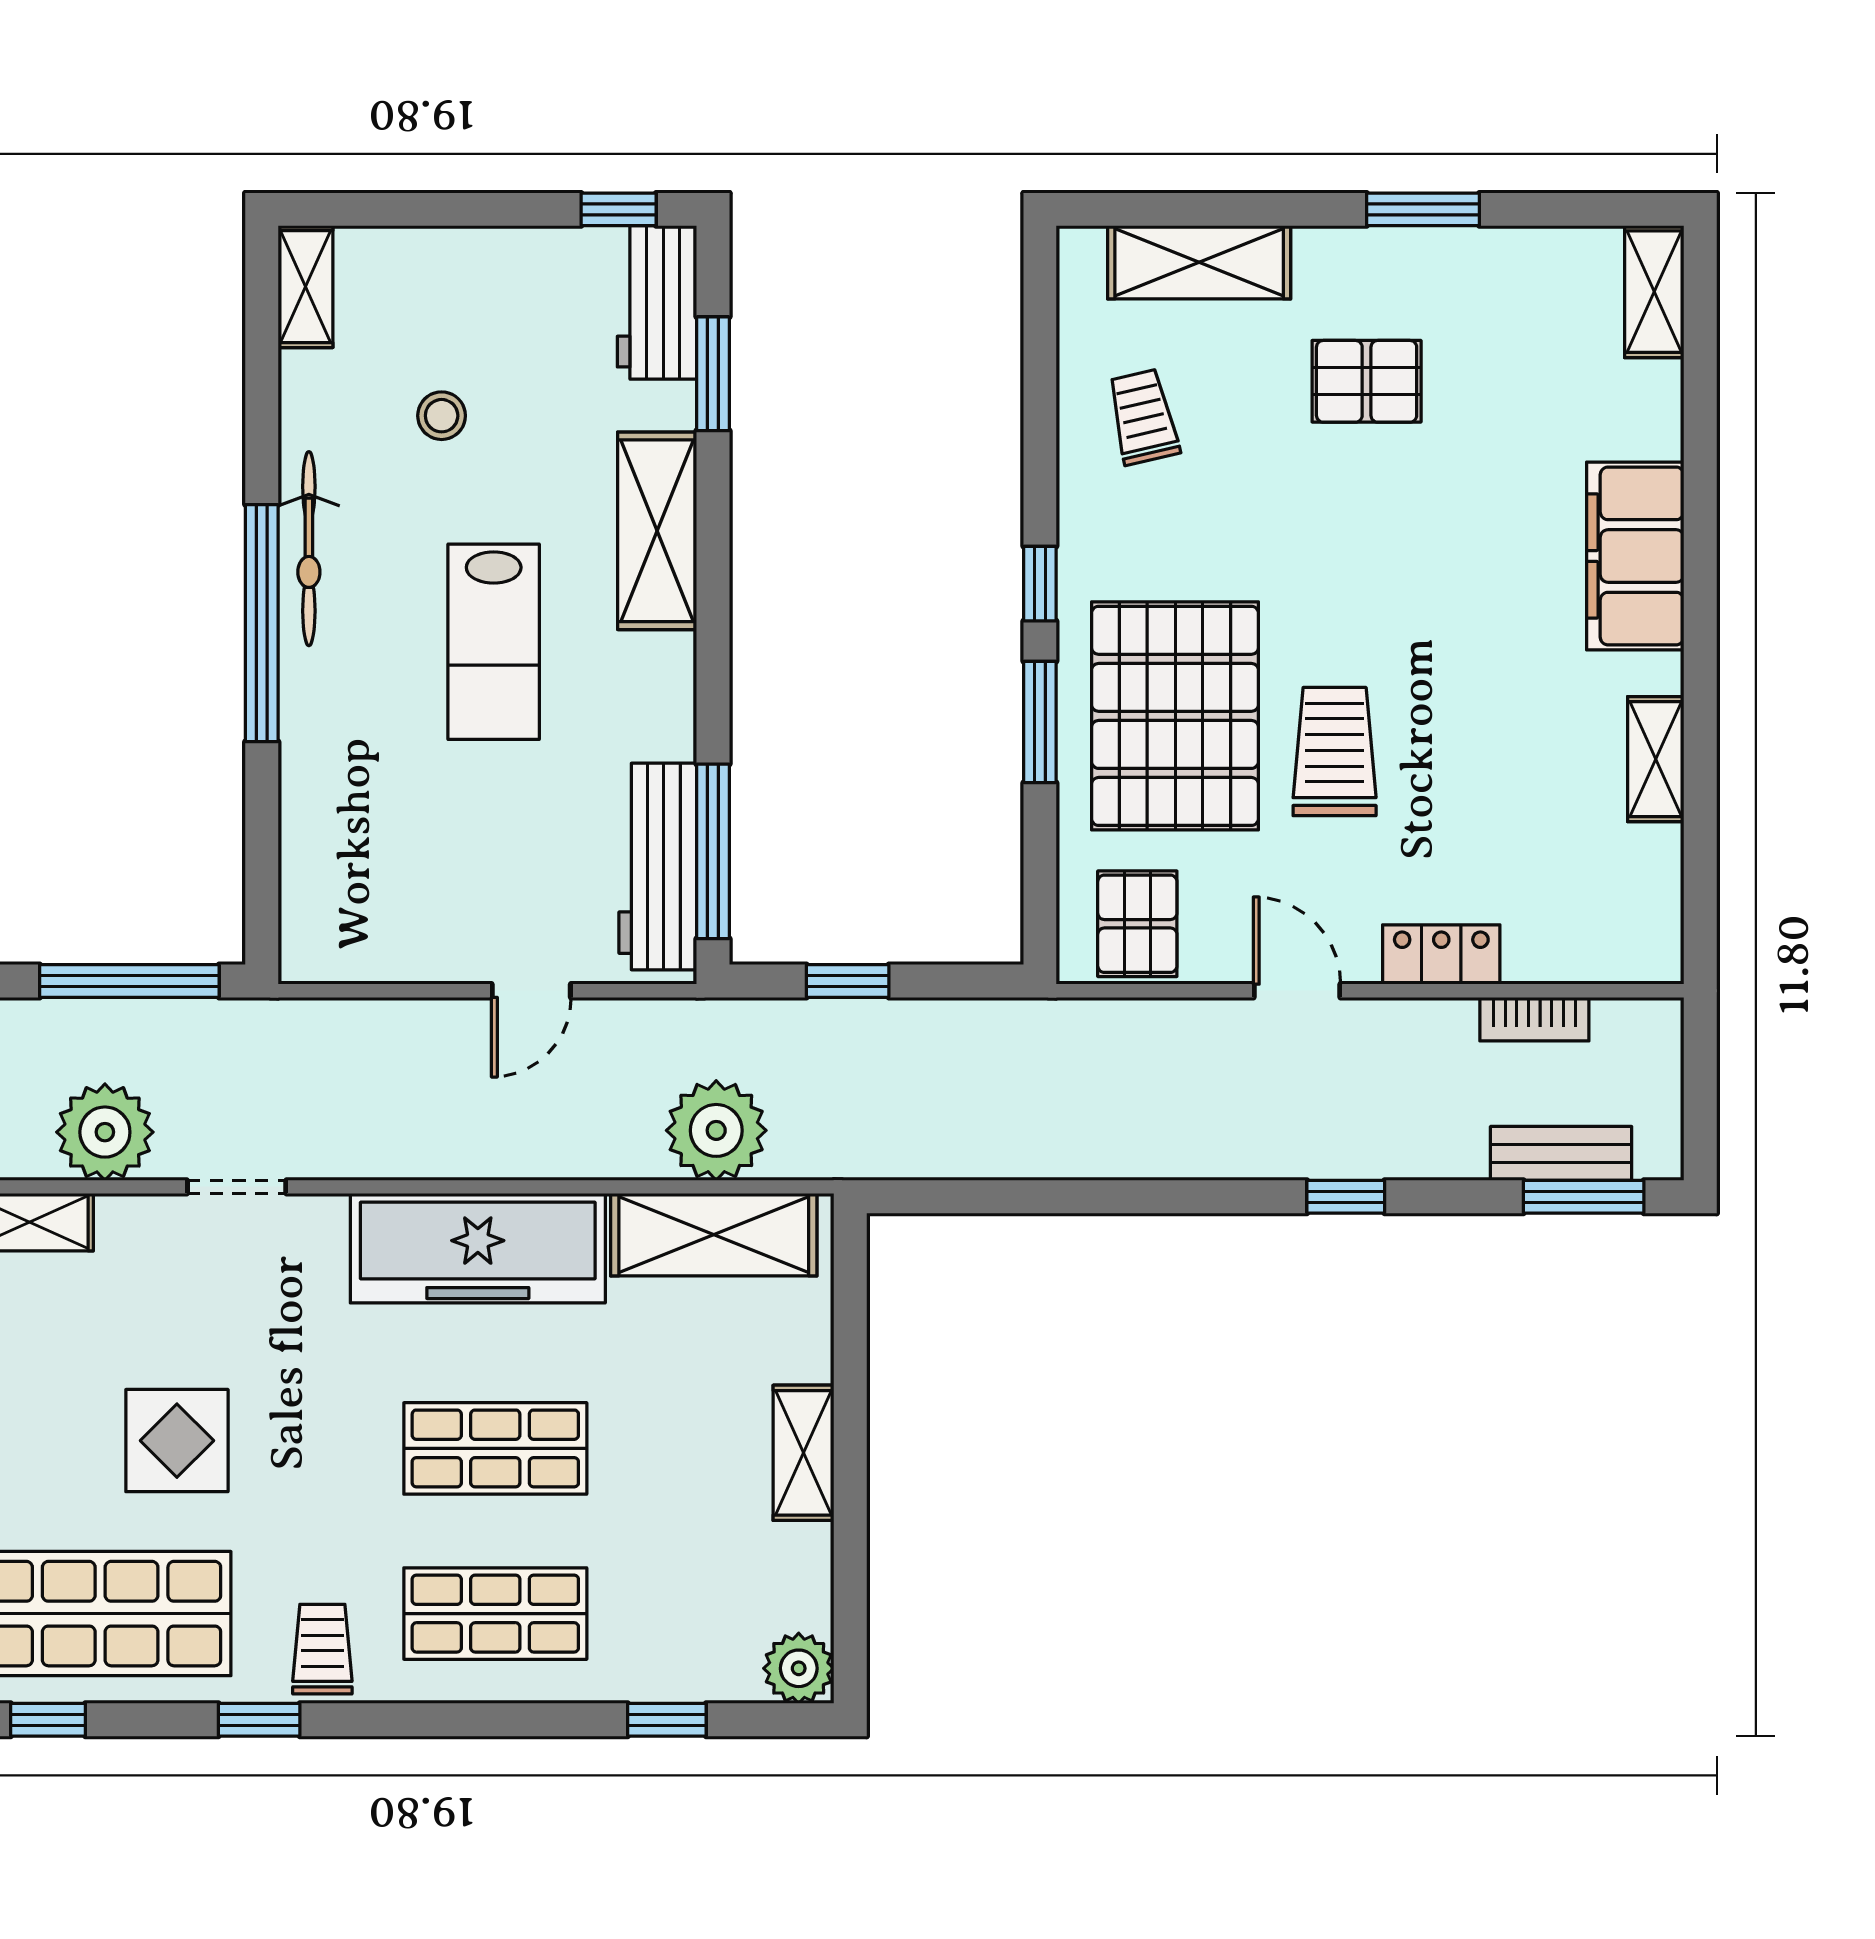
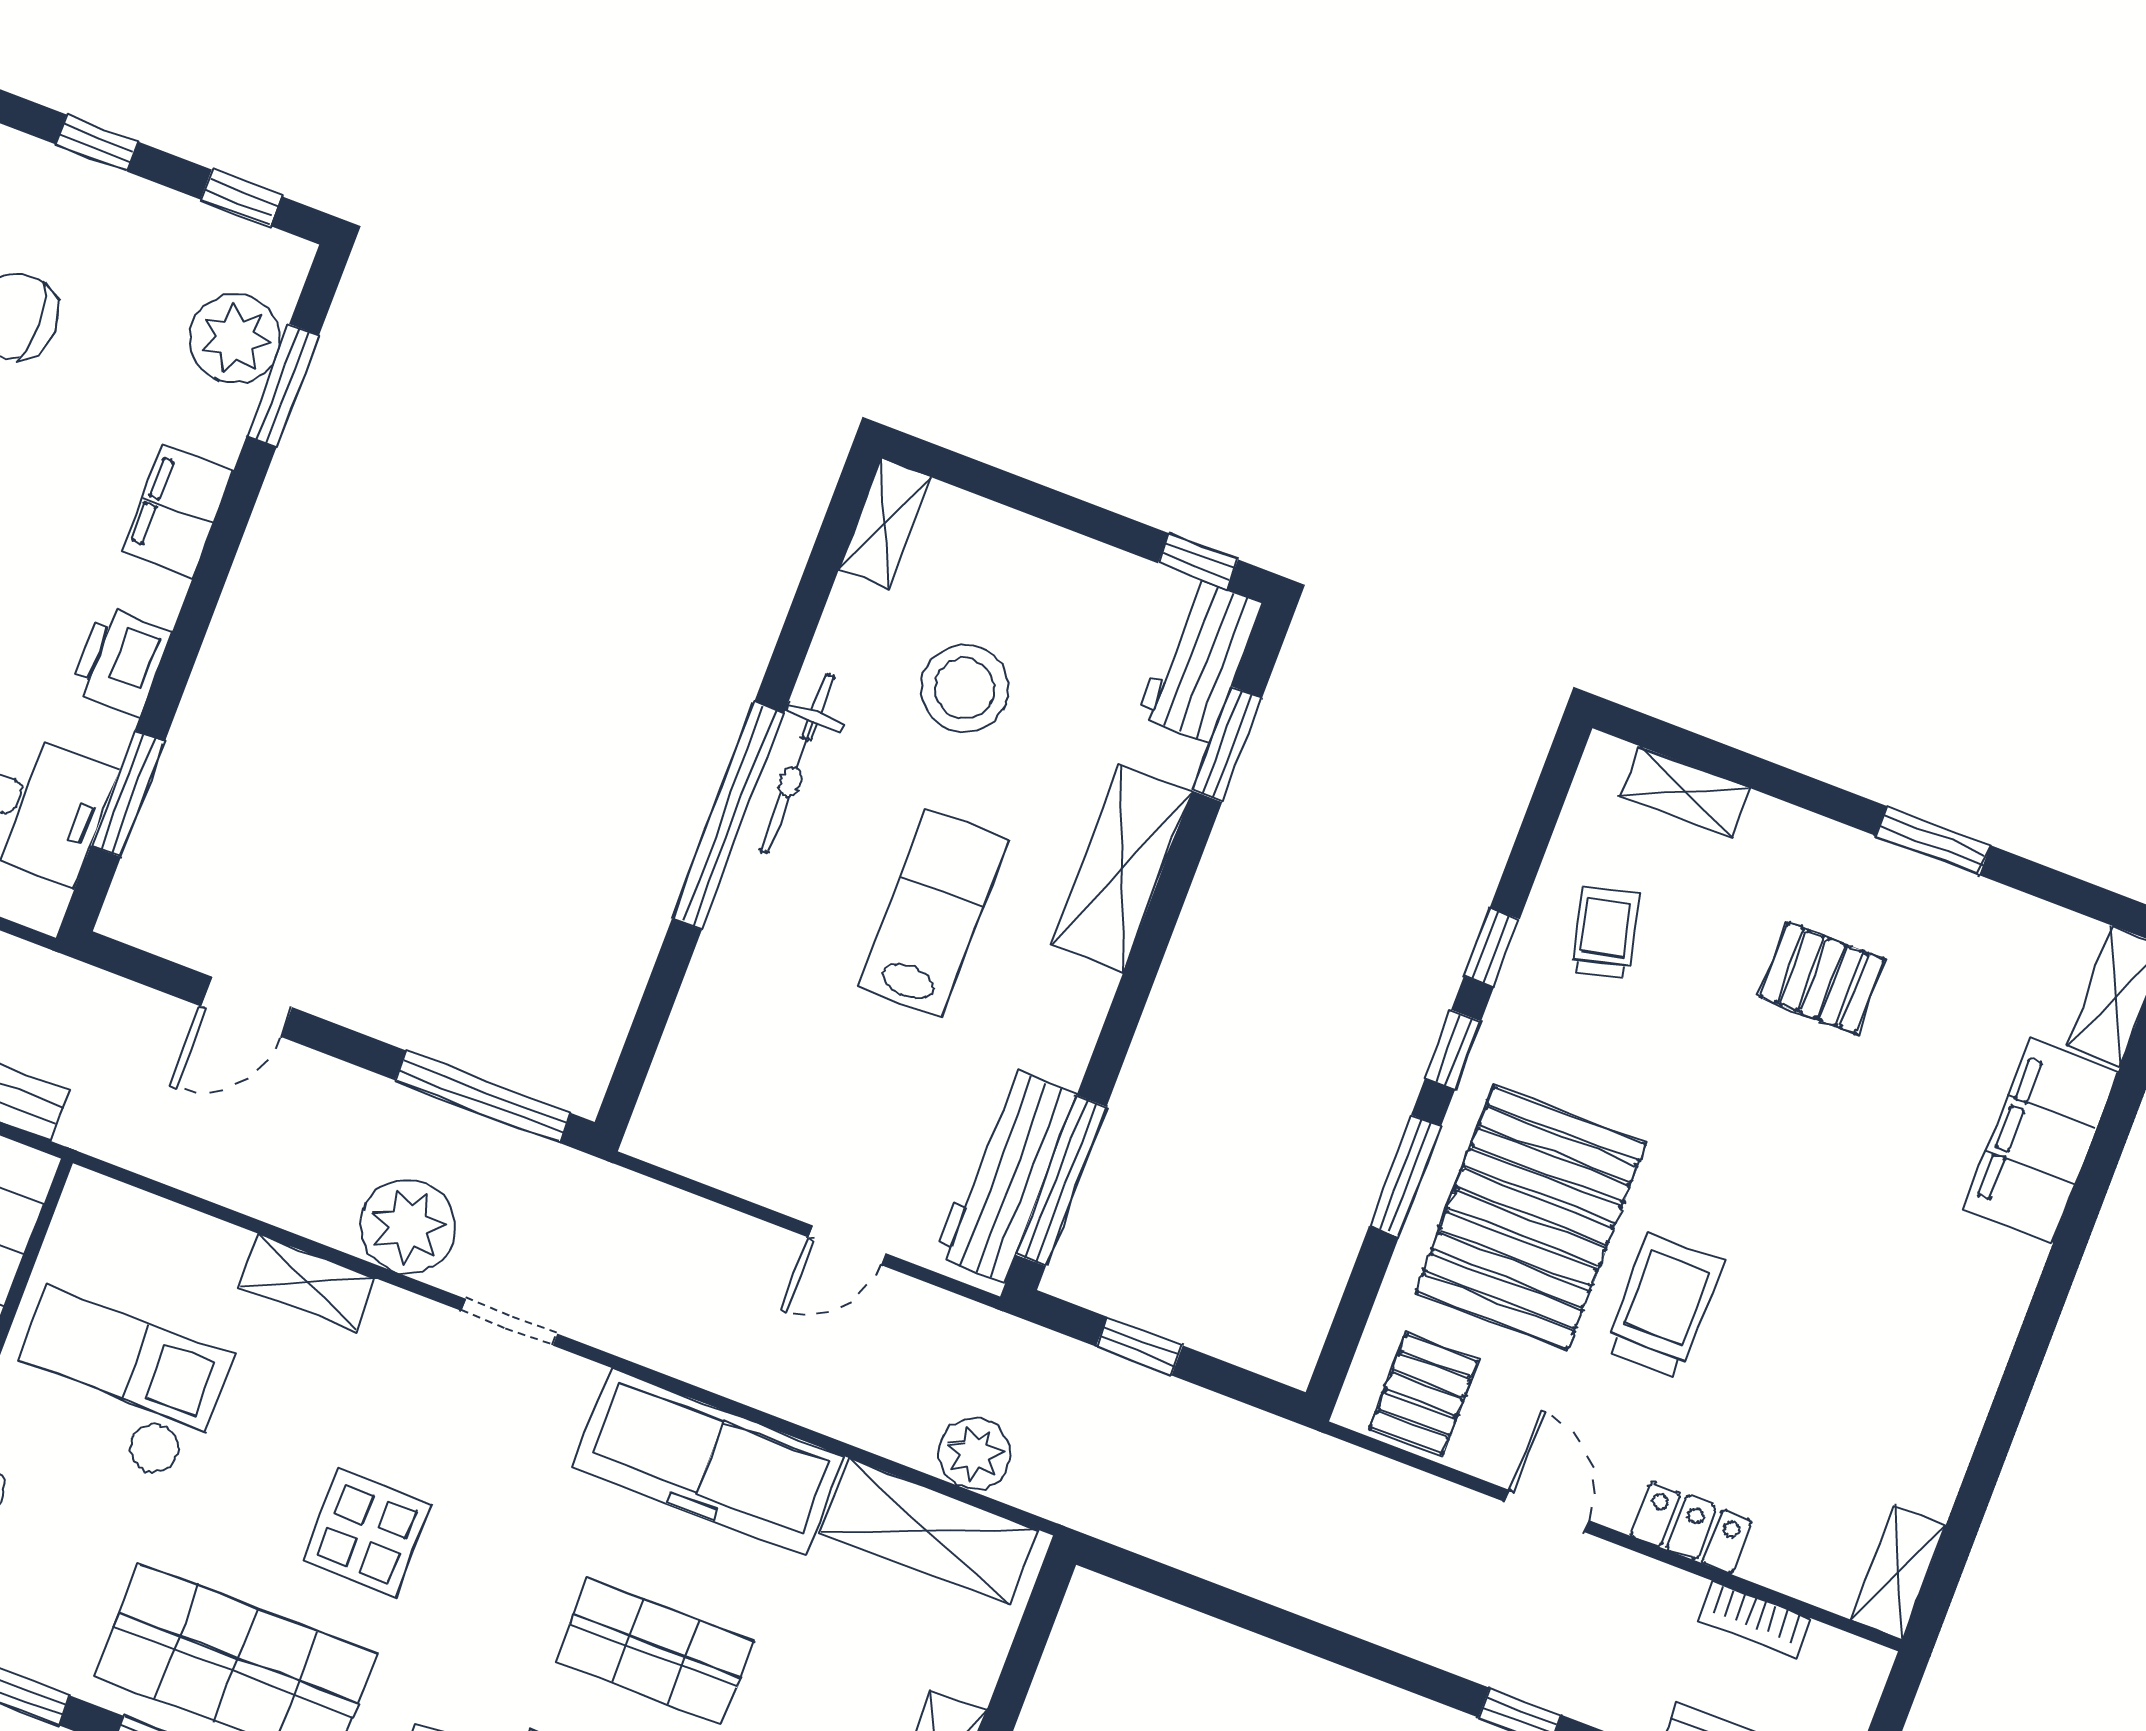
shelving: (1199, 262) -> (1685, 792), width x0.67, depth x0.75
stool: (442, 416) -> (964, 688), width x1.89, depth x1.89
window: (1040, 472) -> (1492, 948), added
filing cabinet: (1635, 556) -> (2041, 1141), moved
lab bench: (494, 642) -> (934, 913), turned 180
shelving: (1656, 759) -> (1899, 1572), moved
plant: (716, 1130) -> (975, 1454), width x0.73, depth x0.73

